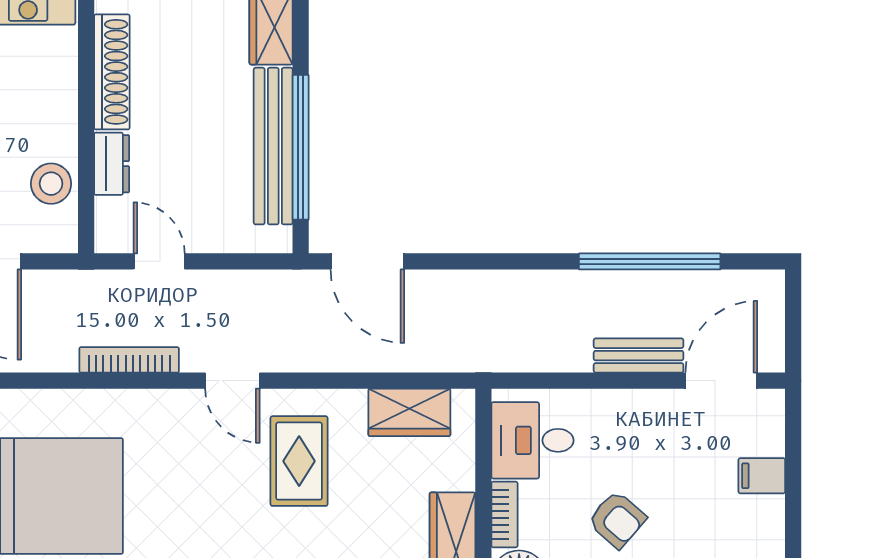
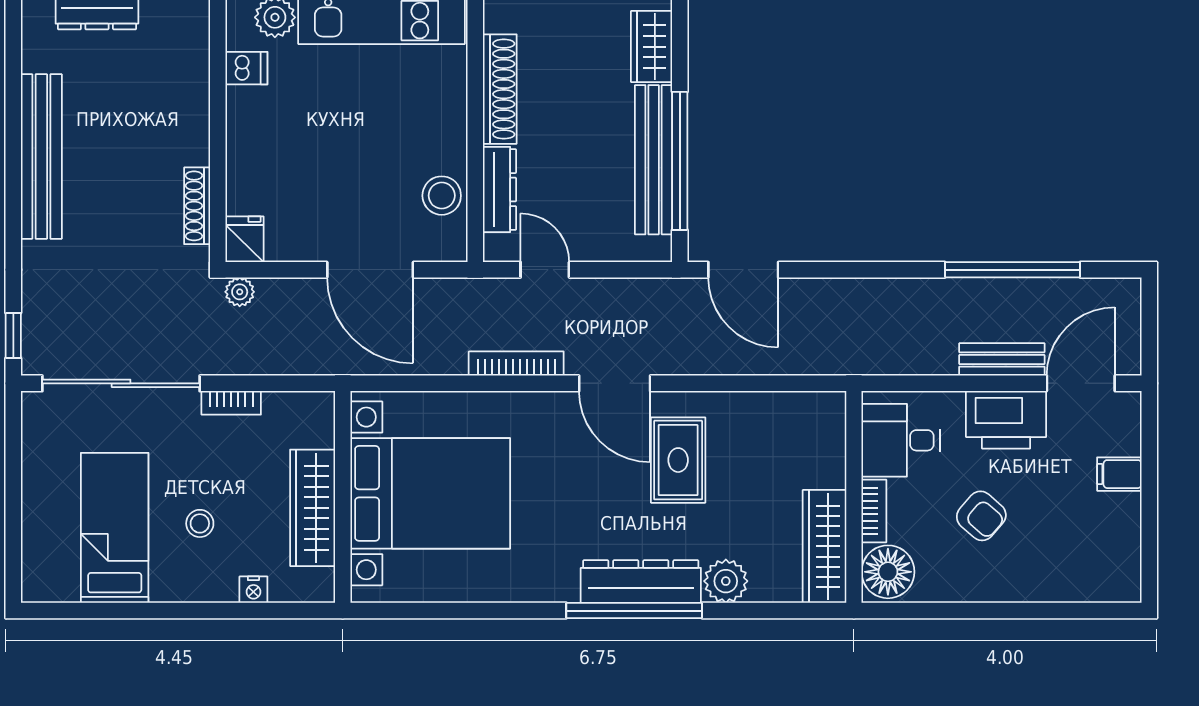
dresser: (112, 164) -> (500, 190), width x1.44
door: (232, 381) -> (615, 383), width x1.38
wardrobe: (409, 412) -> (783, 414), removed
printer: (643, 419) -> (1006, 420), added

